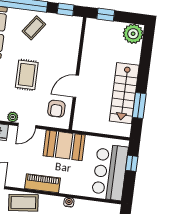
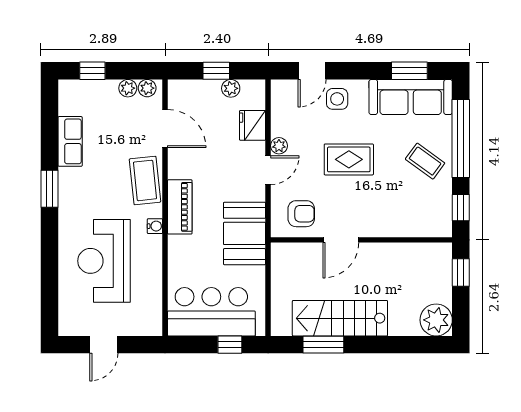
door: (76, 86) -> (341, 240), swing flipped
armchair: (56, 109) -> (301, 214), turned 180
door: (27, 126) -> (268, 170), swing flipped
water cooler: (69, 202) -> (155, 226), moved

